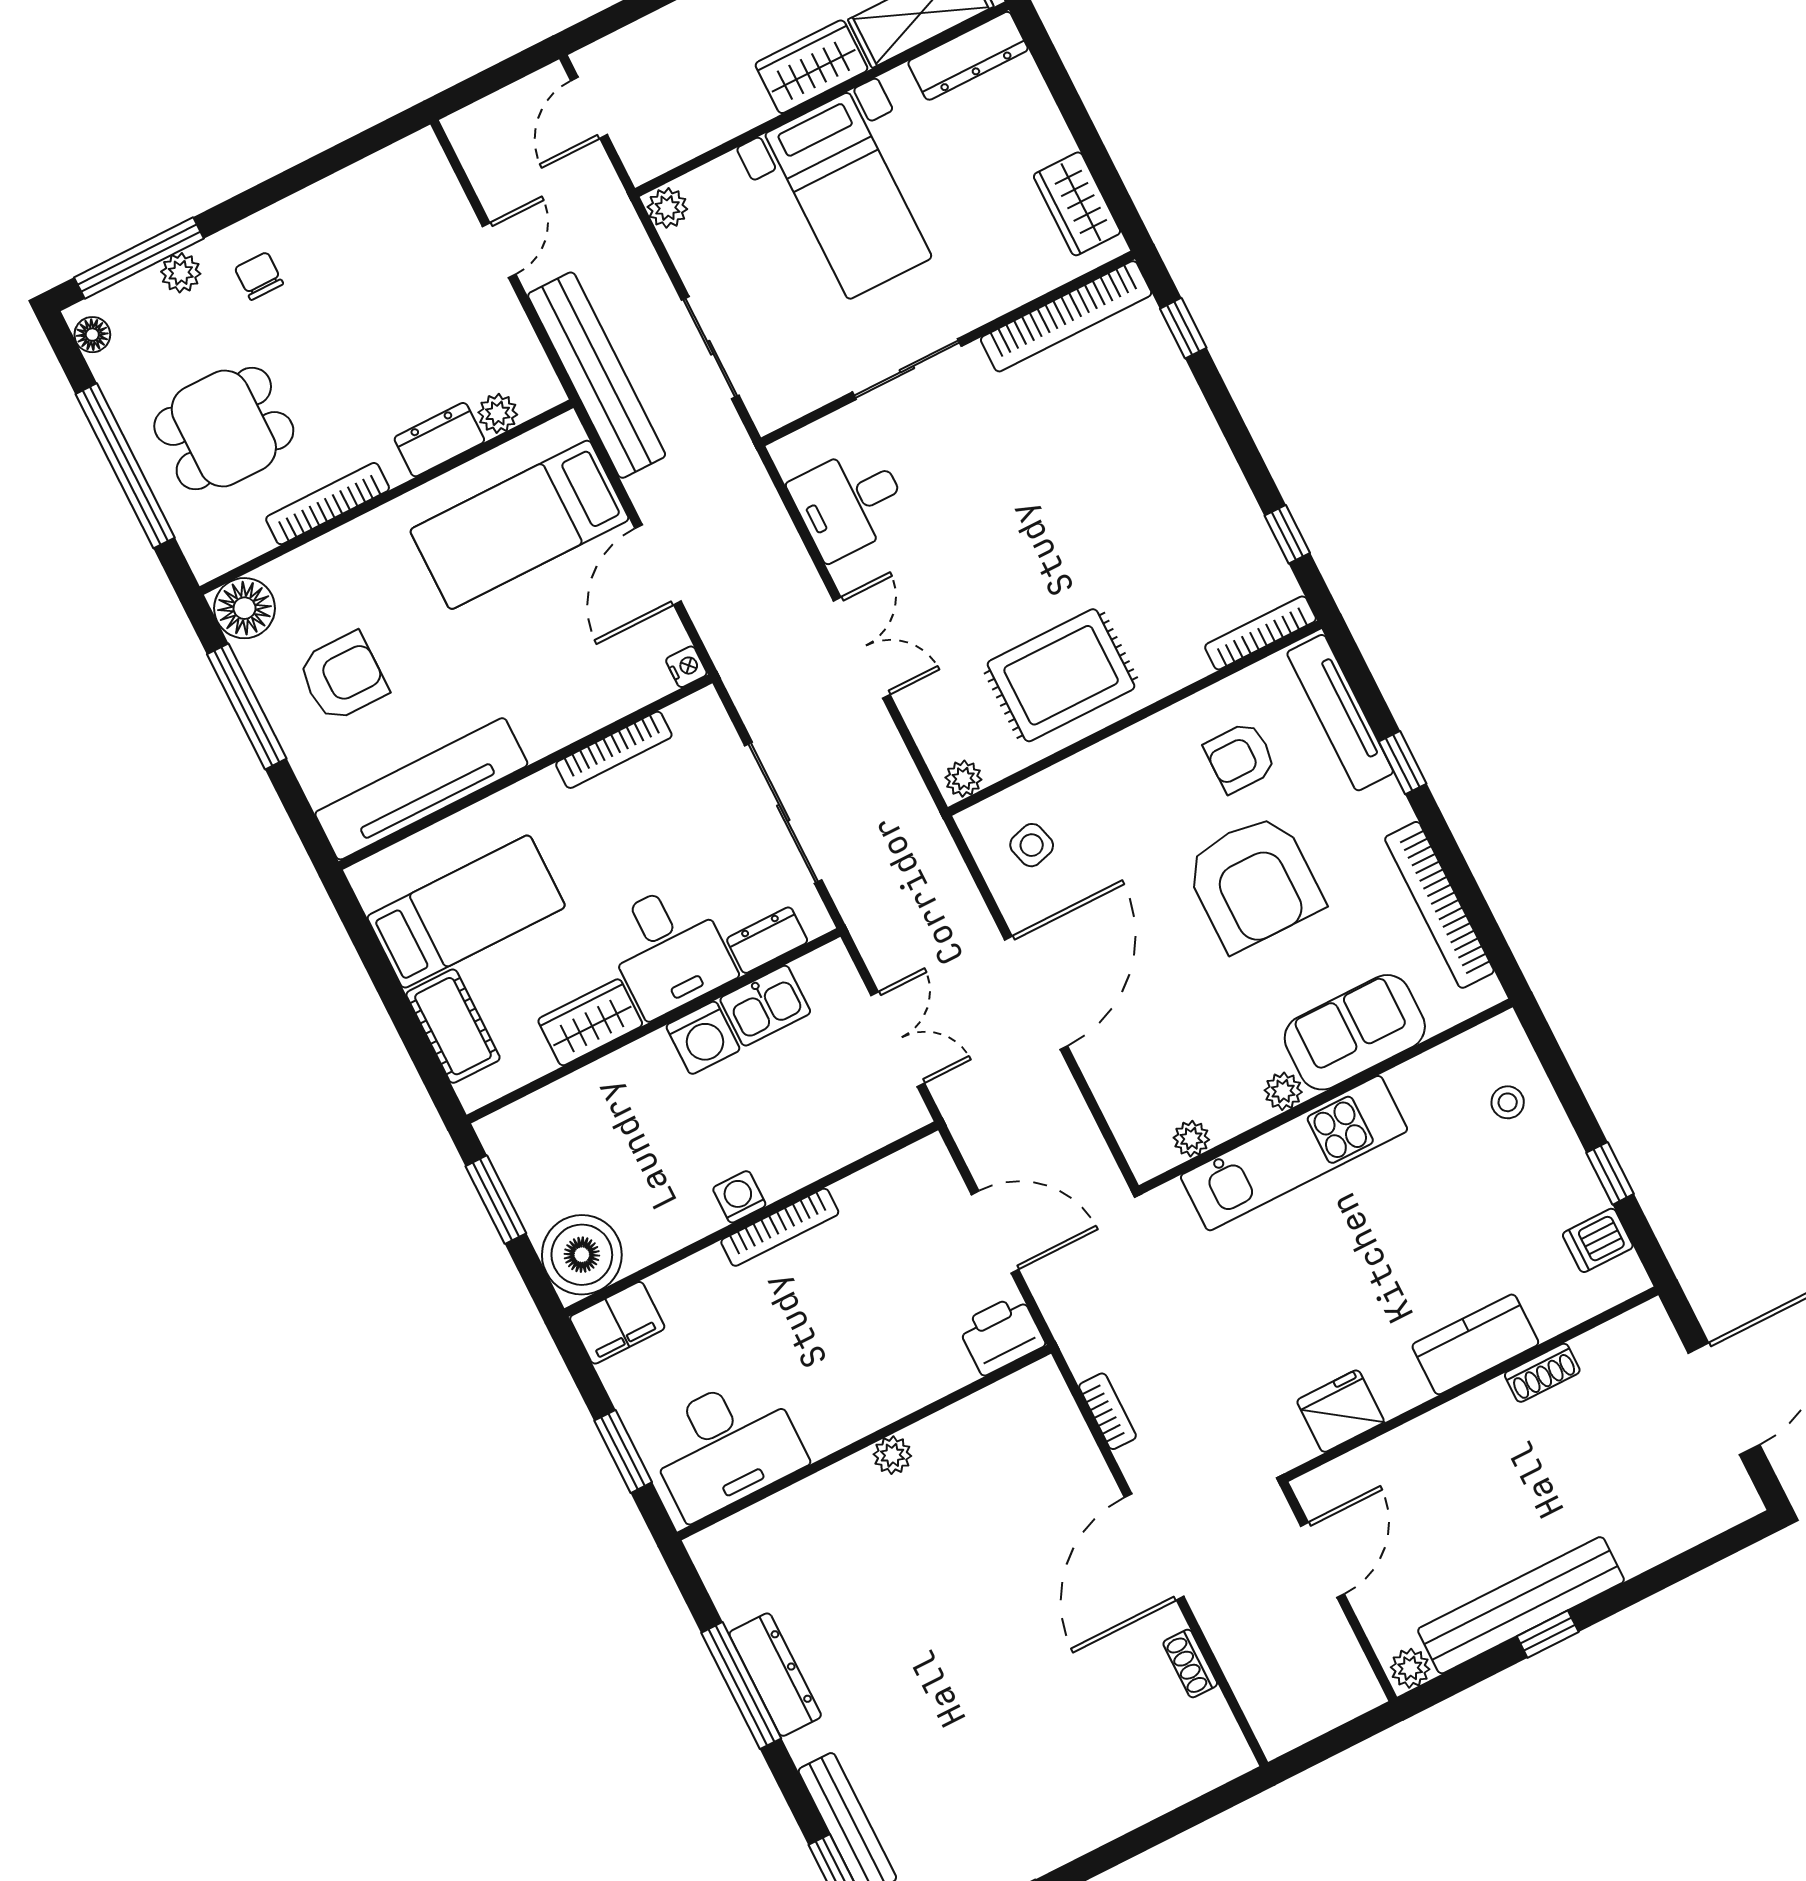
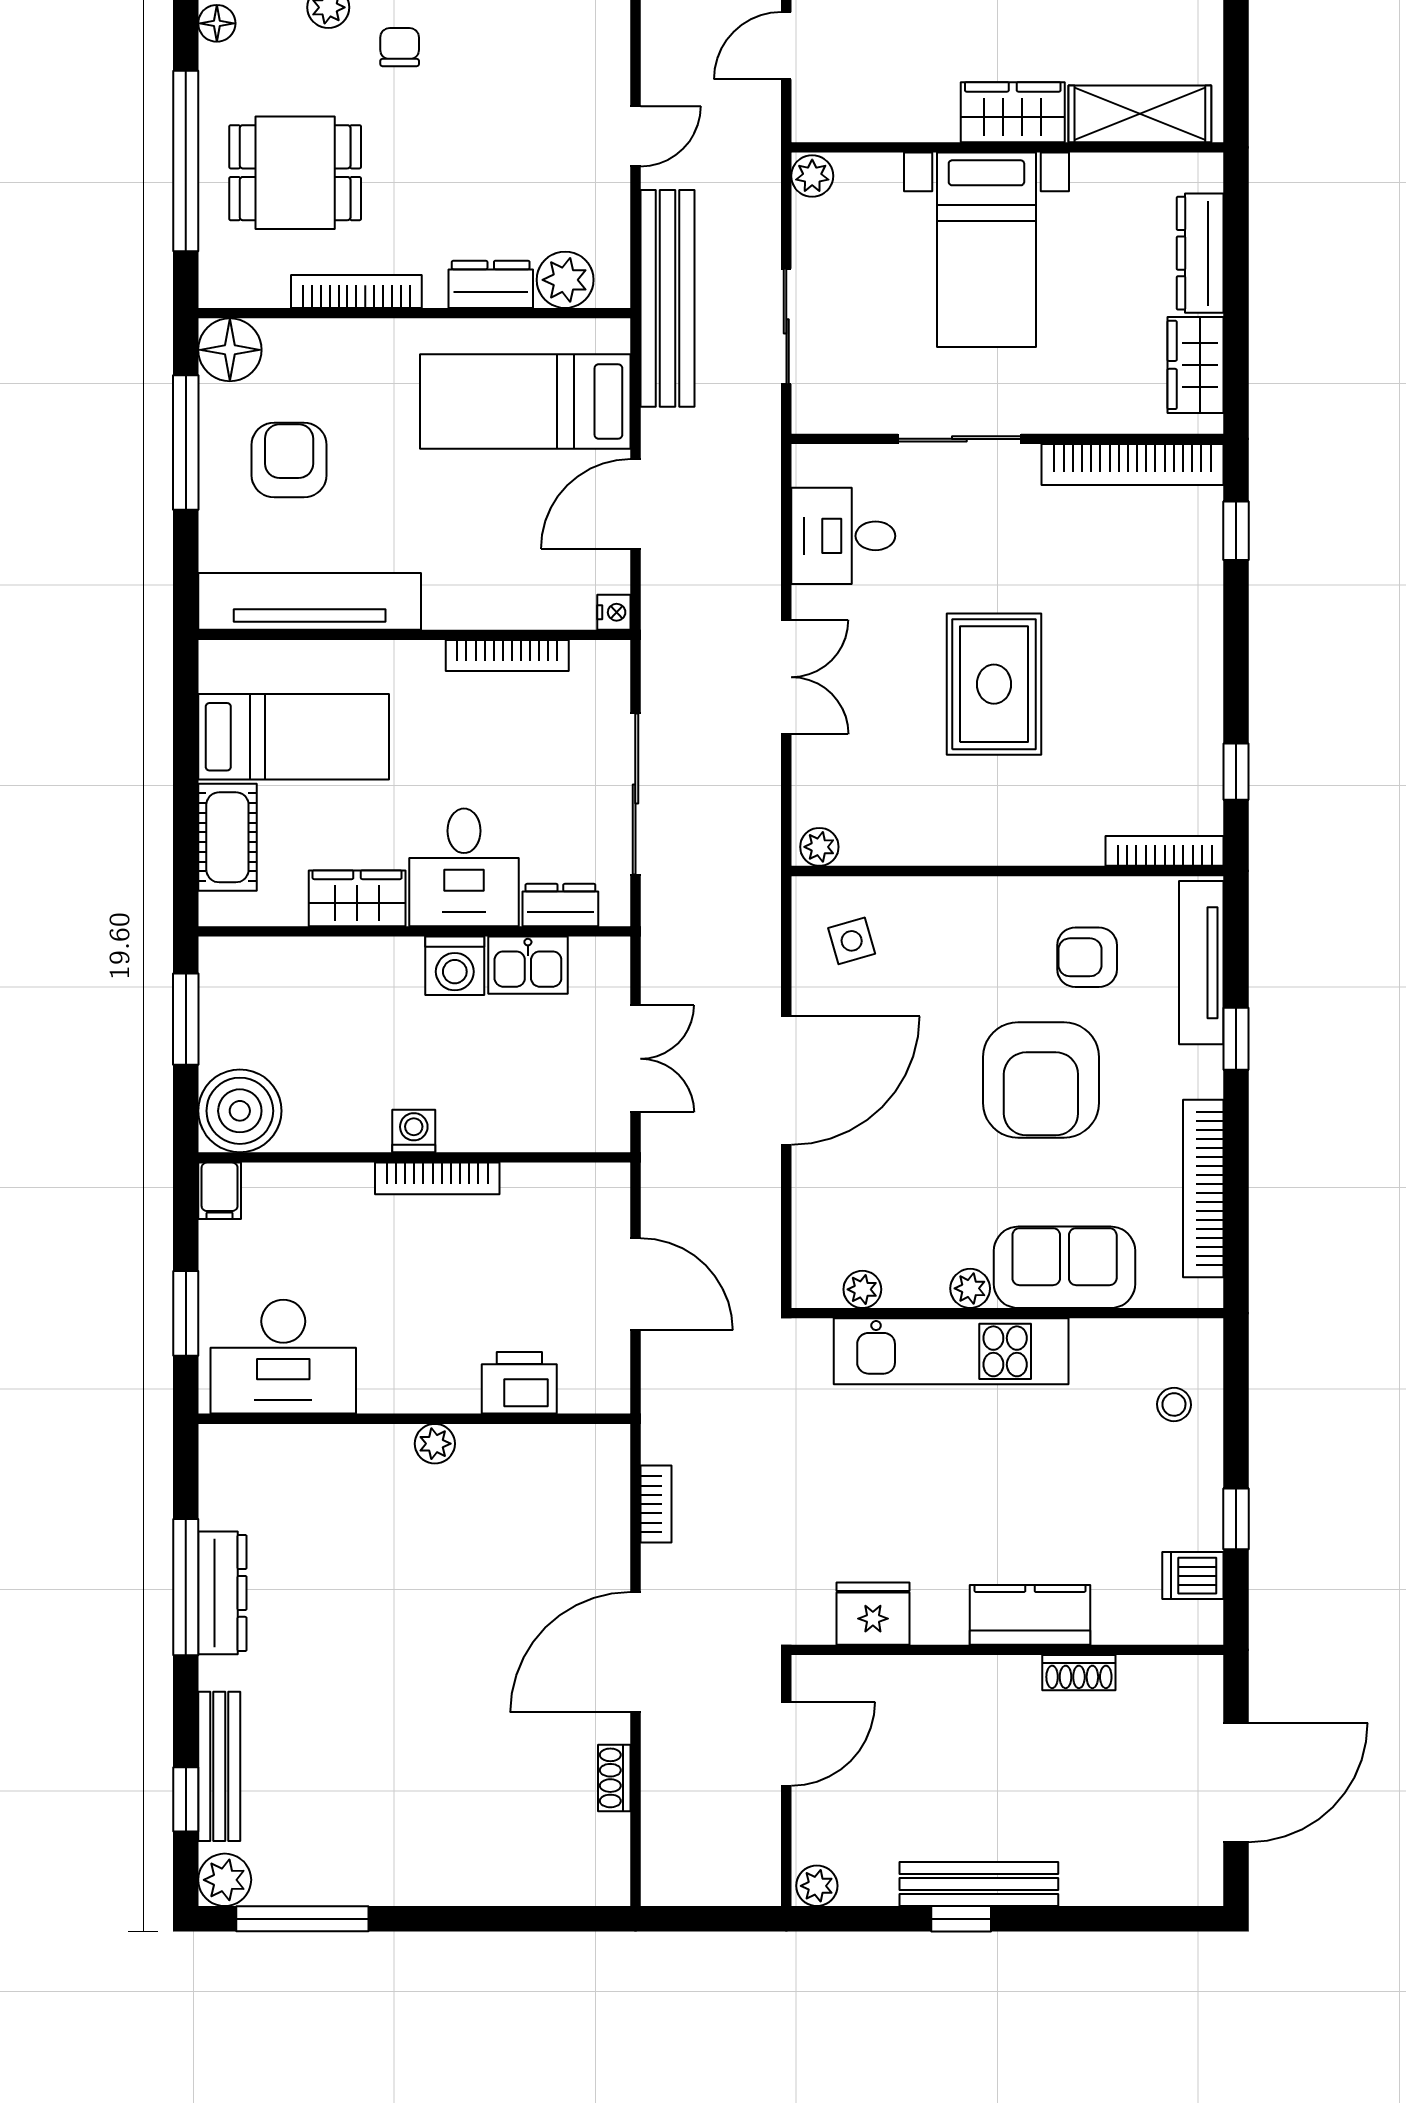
dresser: (968, 56) -> (1200, 253), moved, turned 90
plant: (498, 413) -> (565, 280), width x1.38, depth x1.38
rug: (1061, 675) -> (994, 684), moved, turned 90
armchair: (343, 677) -> (289, 460), turned -90
filing cabinet: (617, 1323) -> (220, 1191), width x0.50
printer: (1001, 1335) -> (519, 1383), moved
bench: (1521, 1605) -> (979, 1884), width x0.73, depth x0.82

